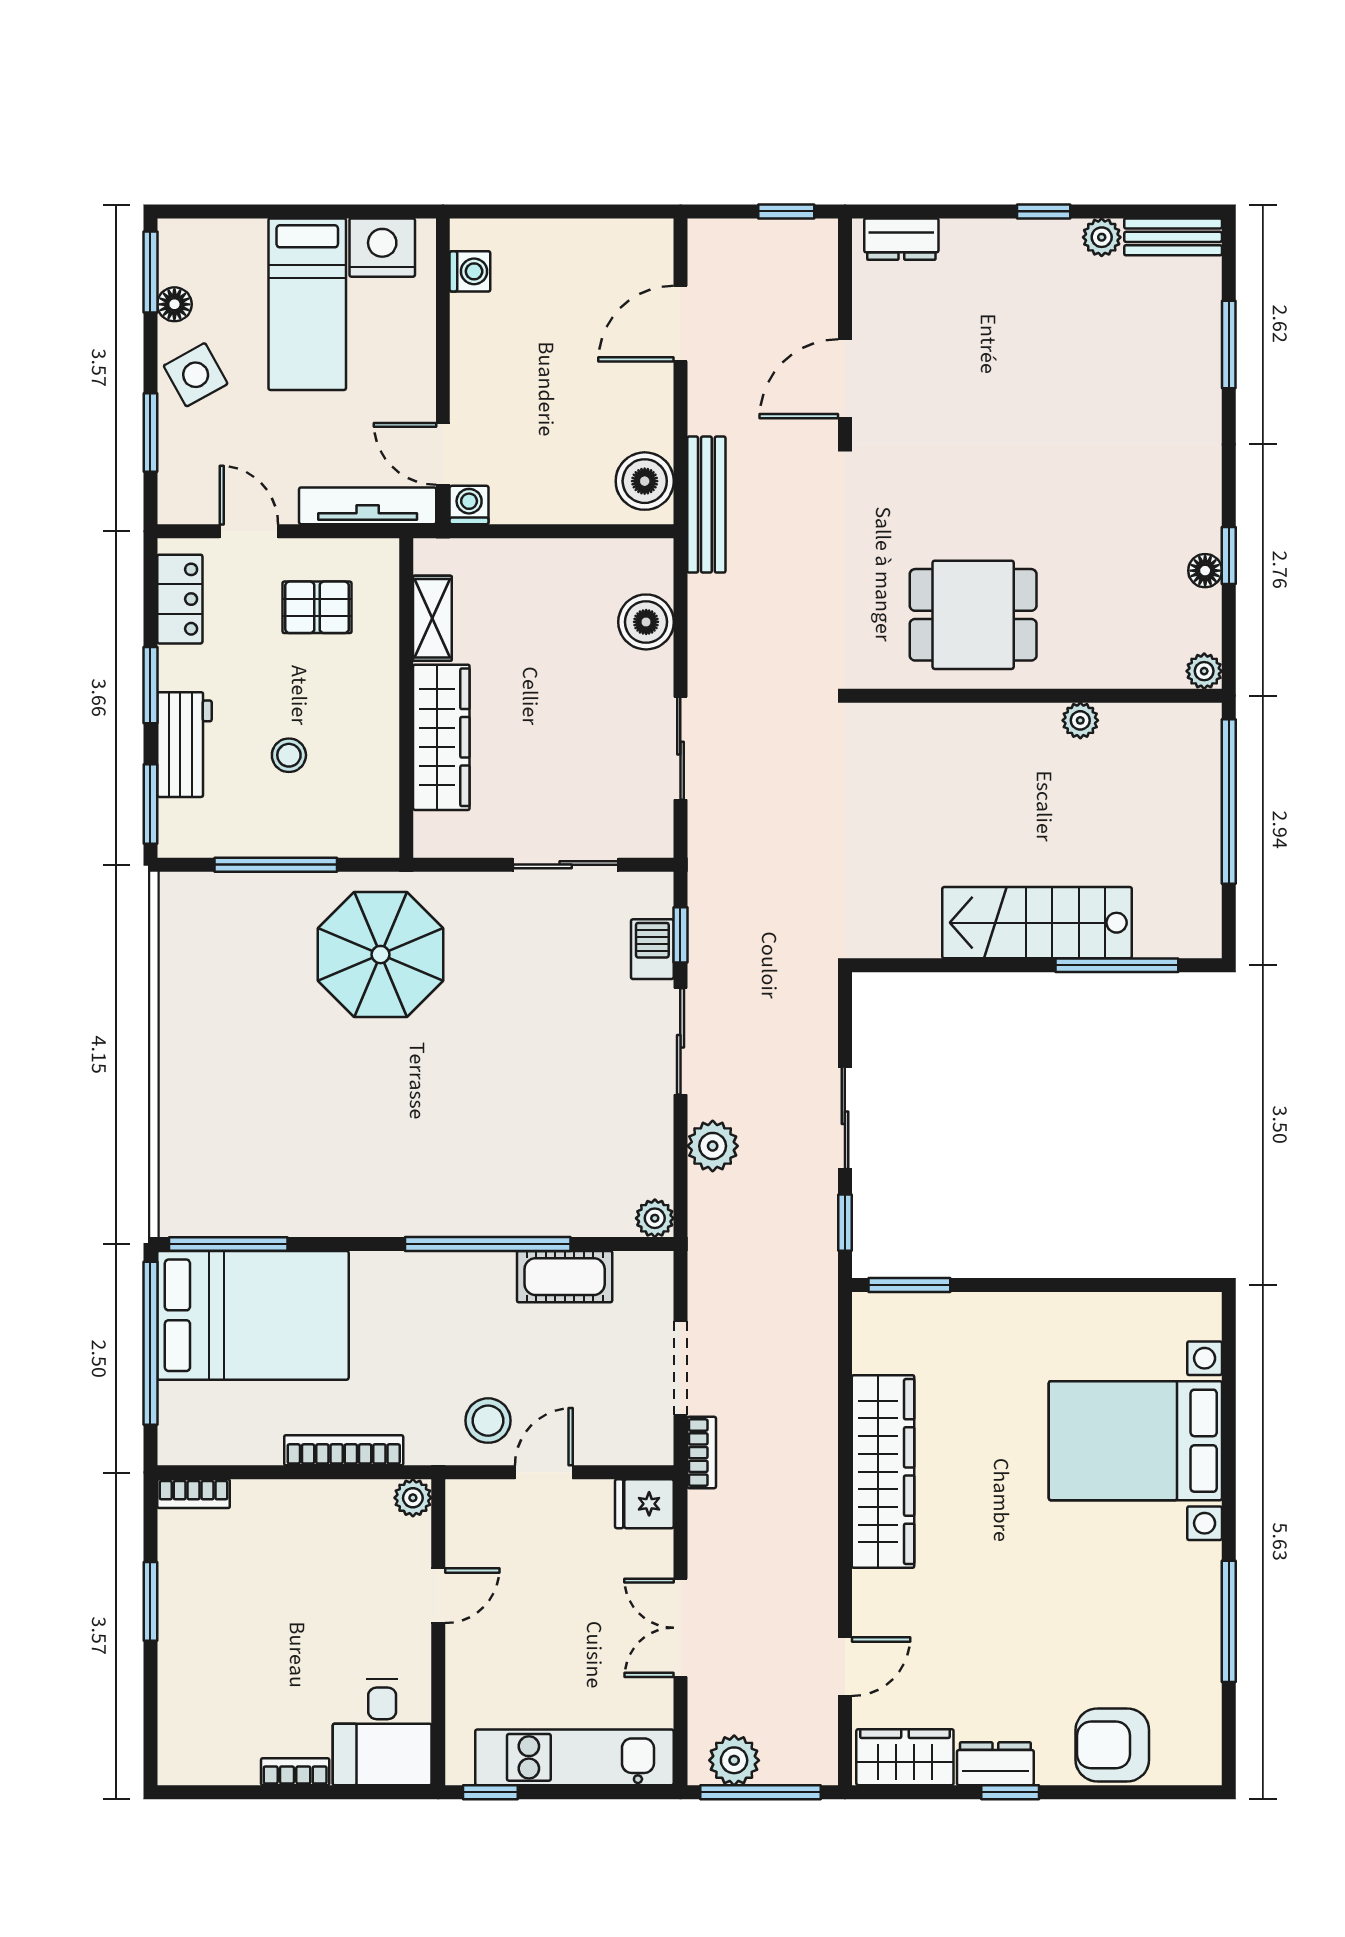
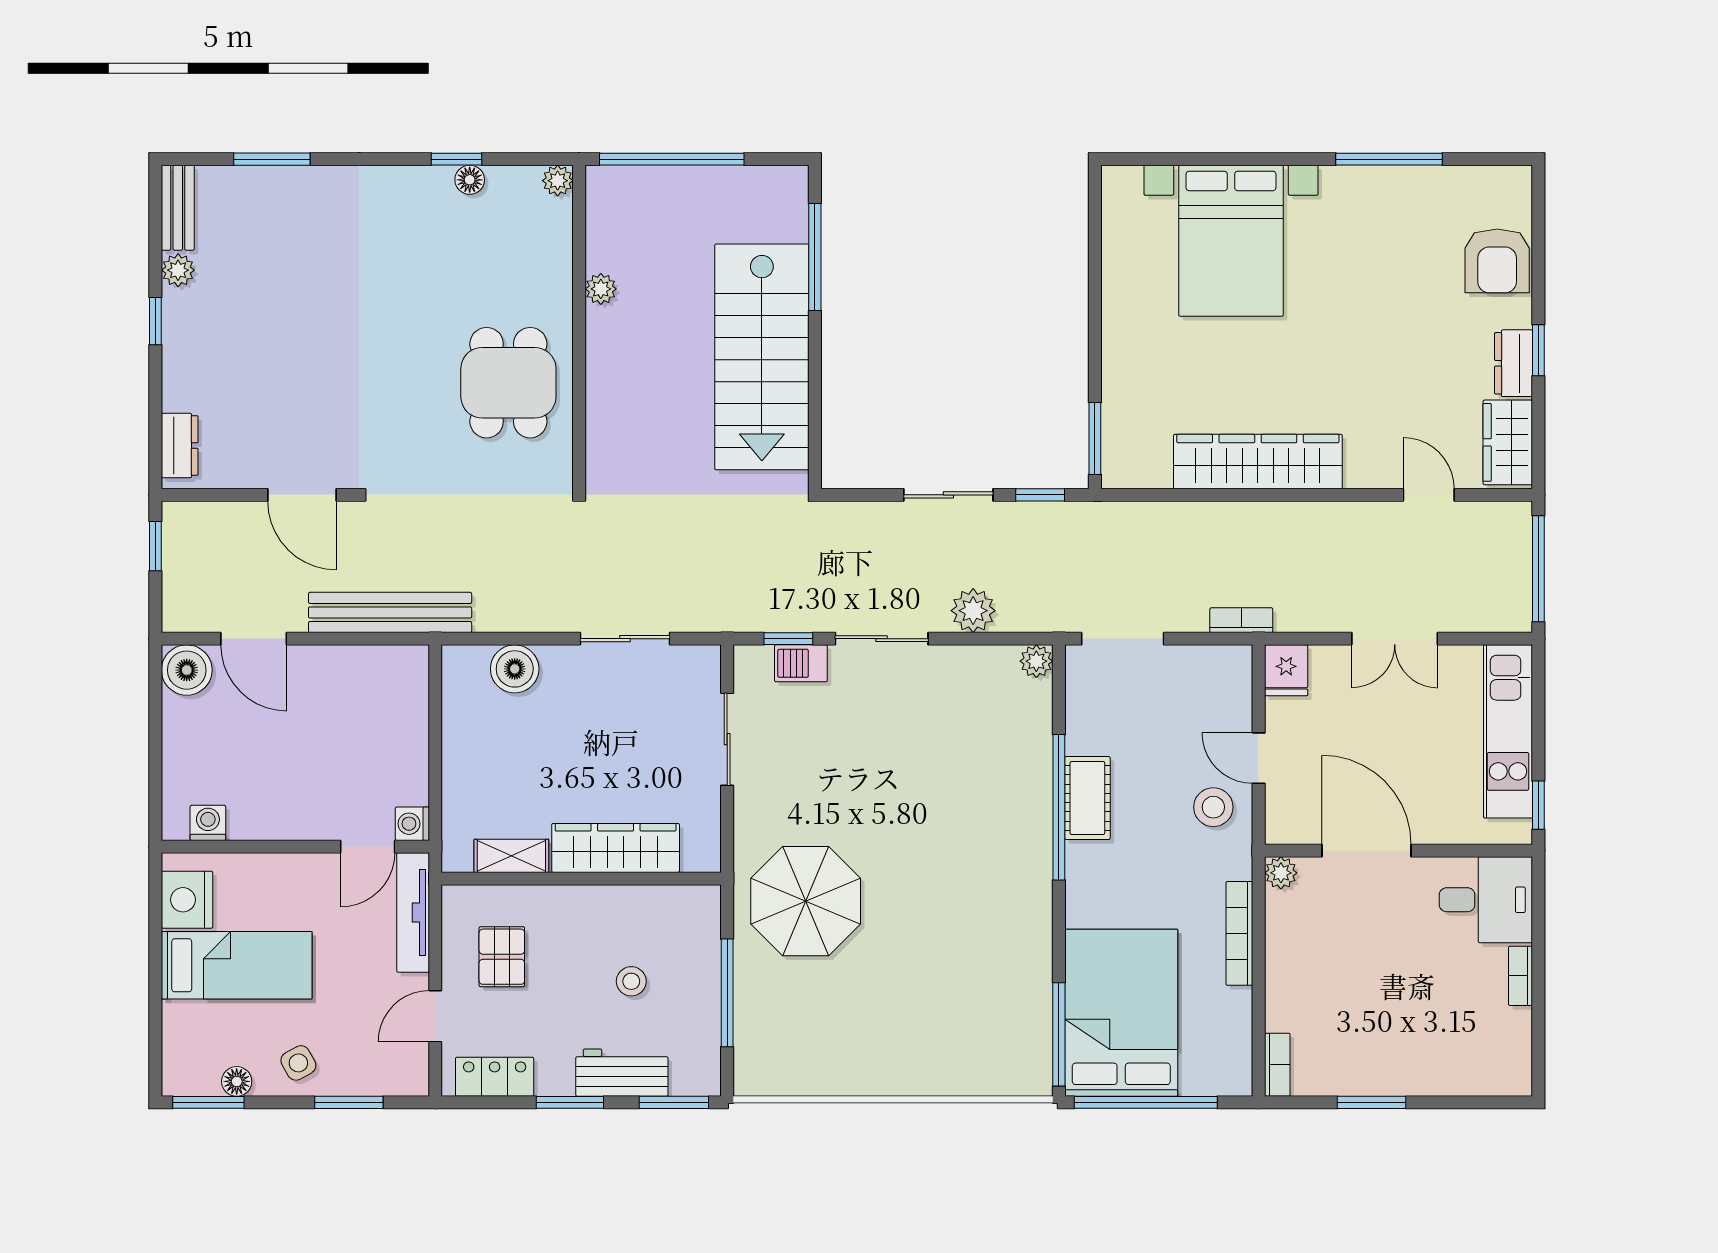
side table: (196, 375) -> (298, 1063), width x0.73, depth x0.73
boiler: (645, 481) -> (187, 670), moved
bench: (706, 505) -> (390, 612), width x1.37, depth x1.21
stairs: (1037, 923) -> (762, 357), width x1.36, depth x1.51
cot: (565, 1277) -> (1087, 798), moved
doorway: (680, 1368) -> (1123, 639), moved
door: (438, 1596) -> (1367, 851), width x1.88
plant: (734, 1760) -> (1511, 592), removed

